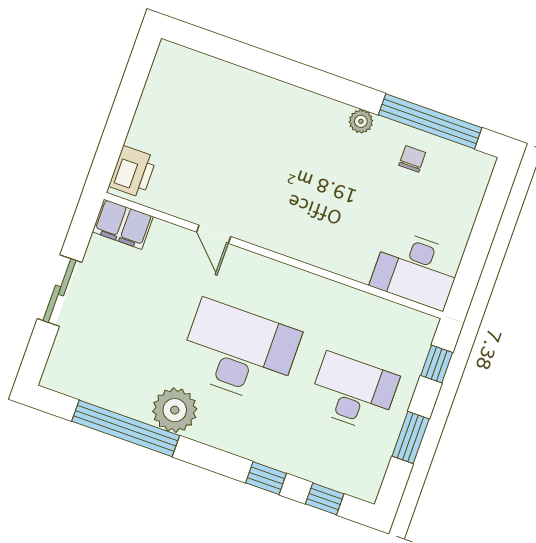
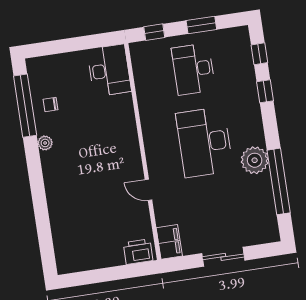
door: (214, 234) -> (148, 190), swing flipped

